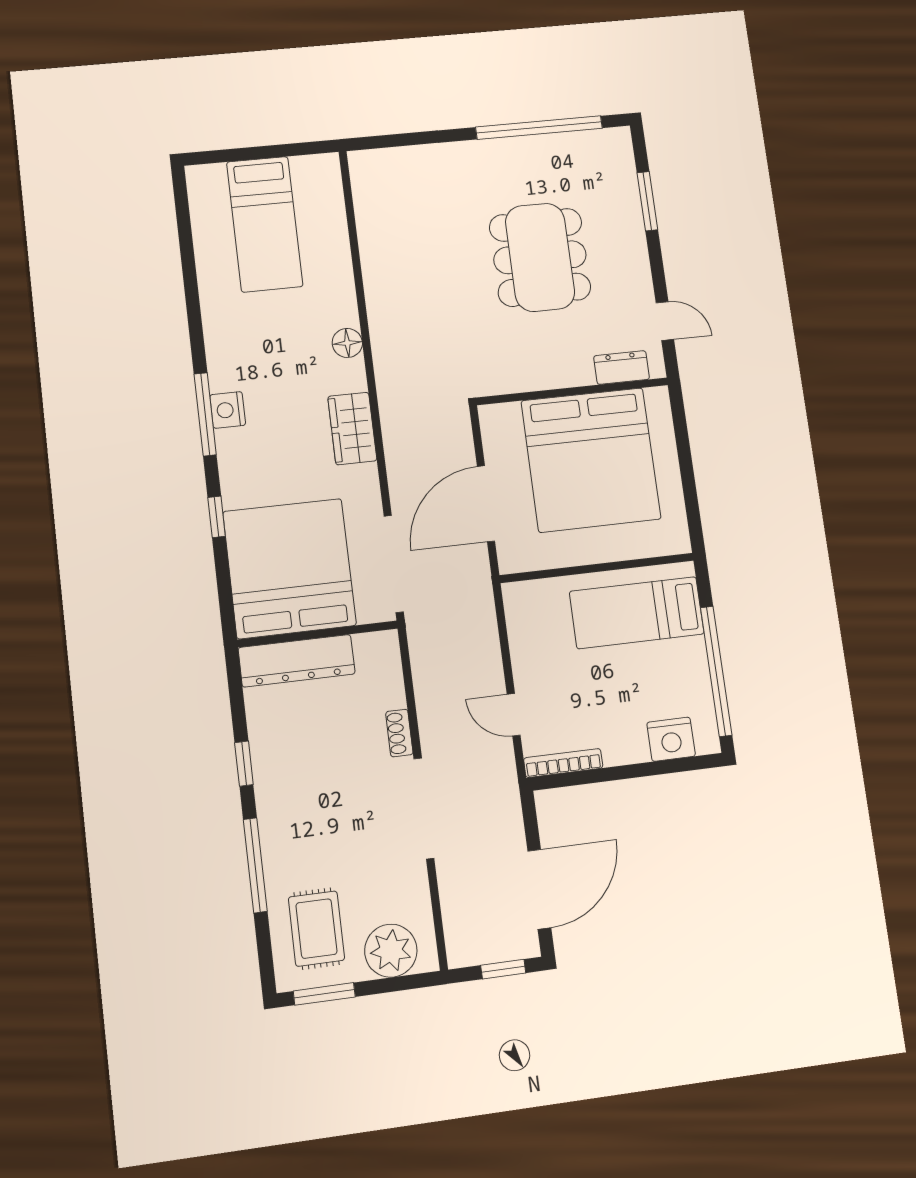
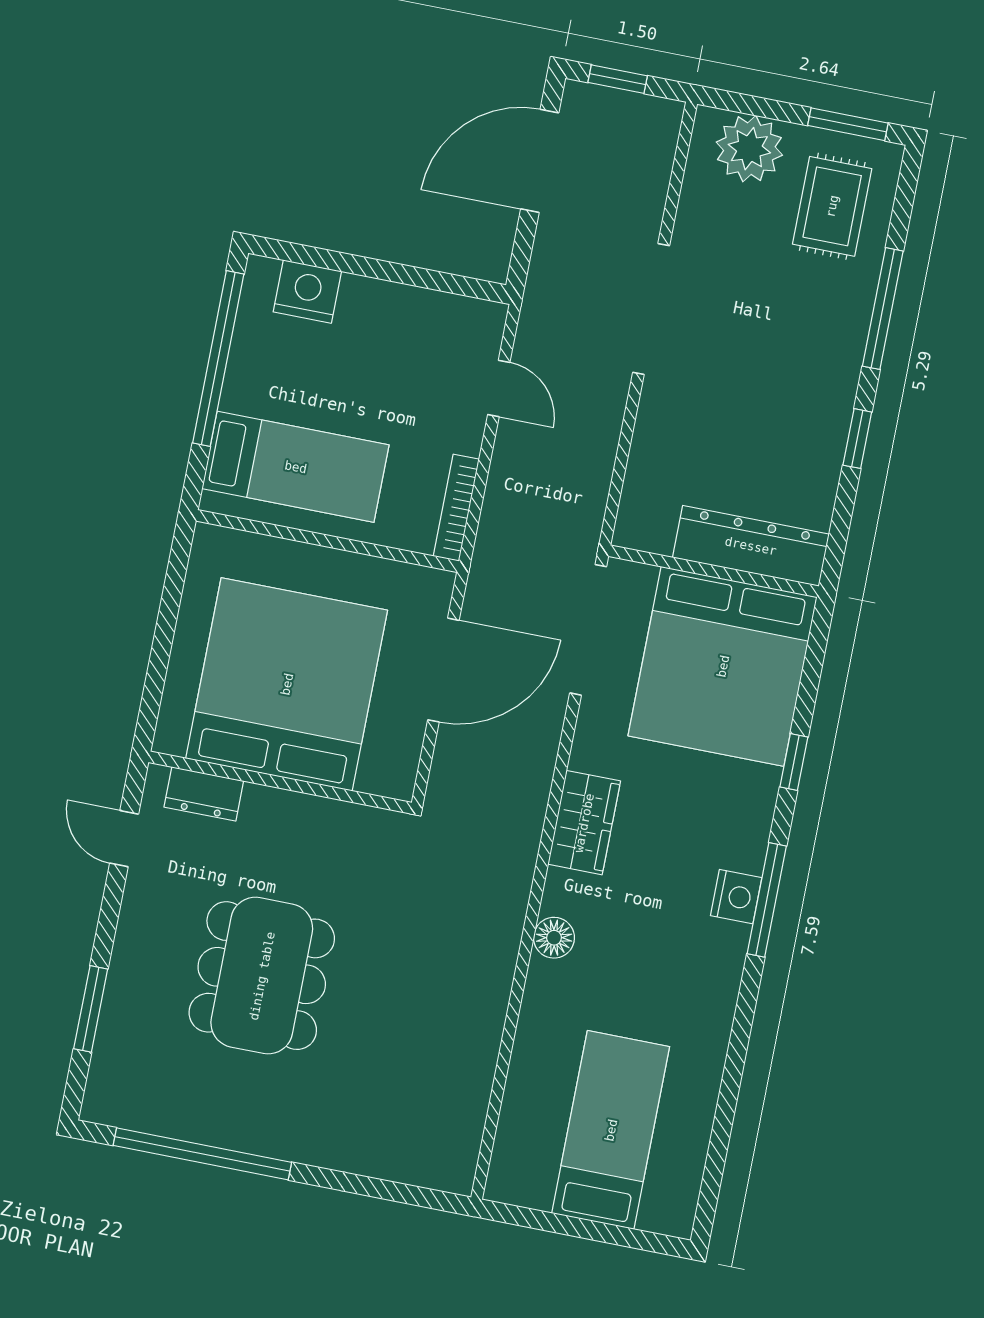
shoe rack: (399, 733) -> (651, 413), removed
bookcase: (563, 763) -> (456, 508), moved, turned 90

